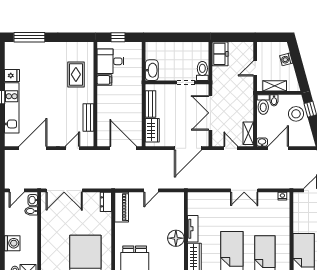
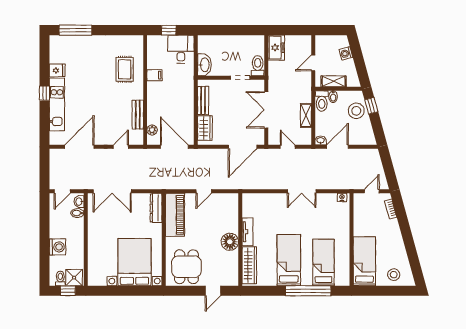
desk: (111, 61) -> (181, 49), moved, turned 90
plant: (102, 132) -> (152, 130), added
shelving: (248, 133) -> (306, 115), moved
dresser: (106, 202) -> (156, 208), width x1.44
piano: (122, 207) -> (175, 215), width x1.37, depth x1.33

